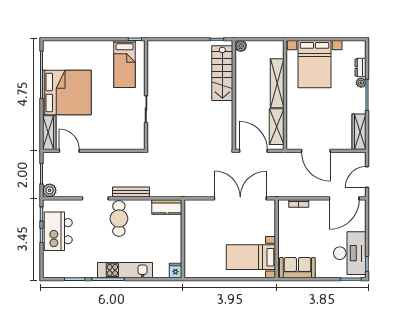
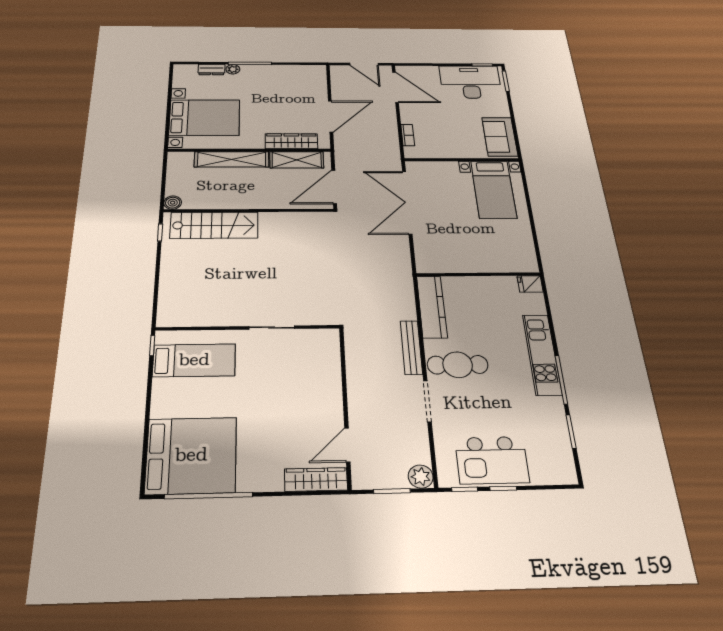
bed: (67, 92) -> (191, 455), moved, turned 90
wardrobe: (359, 132) -> (291, 141), moved, turned 180
kitchen counter: (167, 207) -> (432, 307), width x1.50

